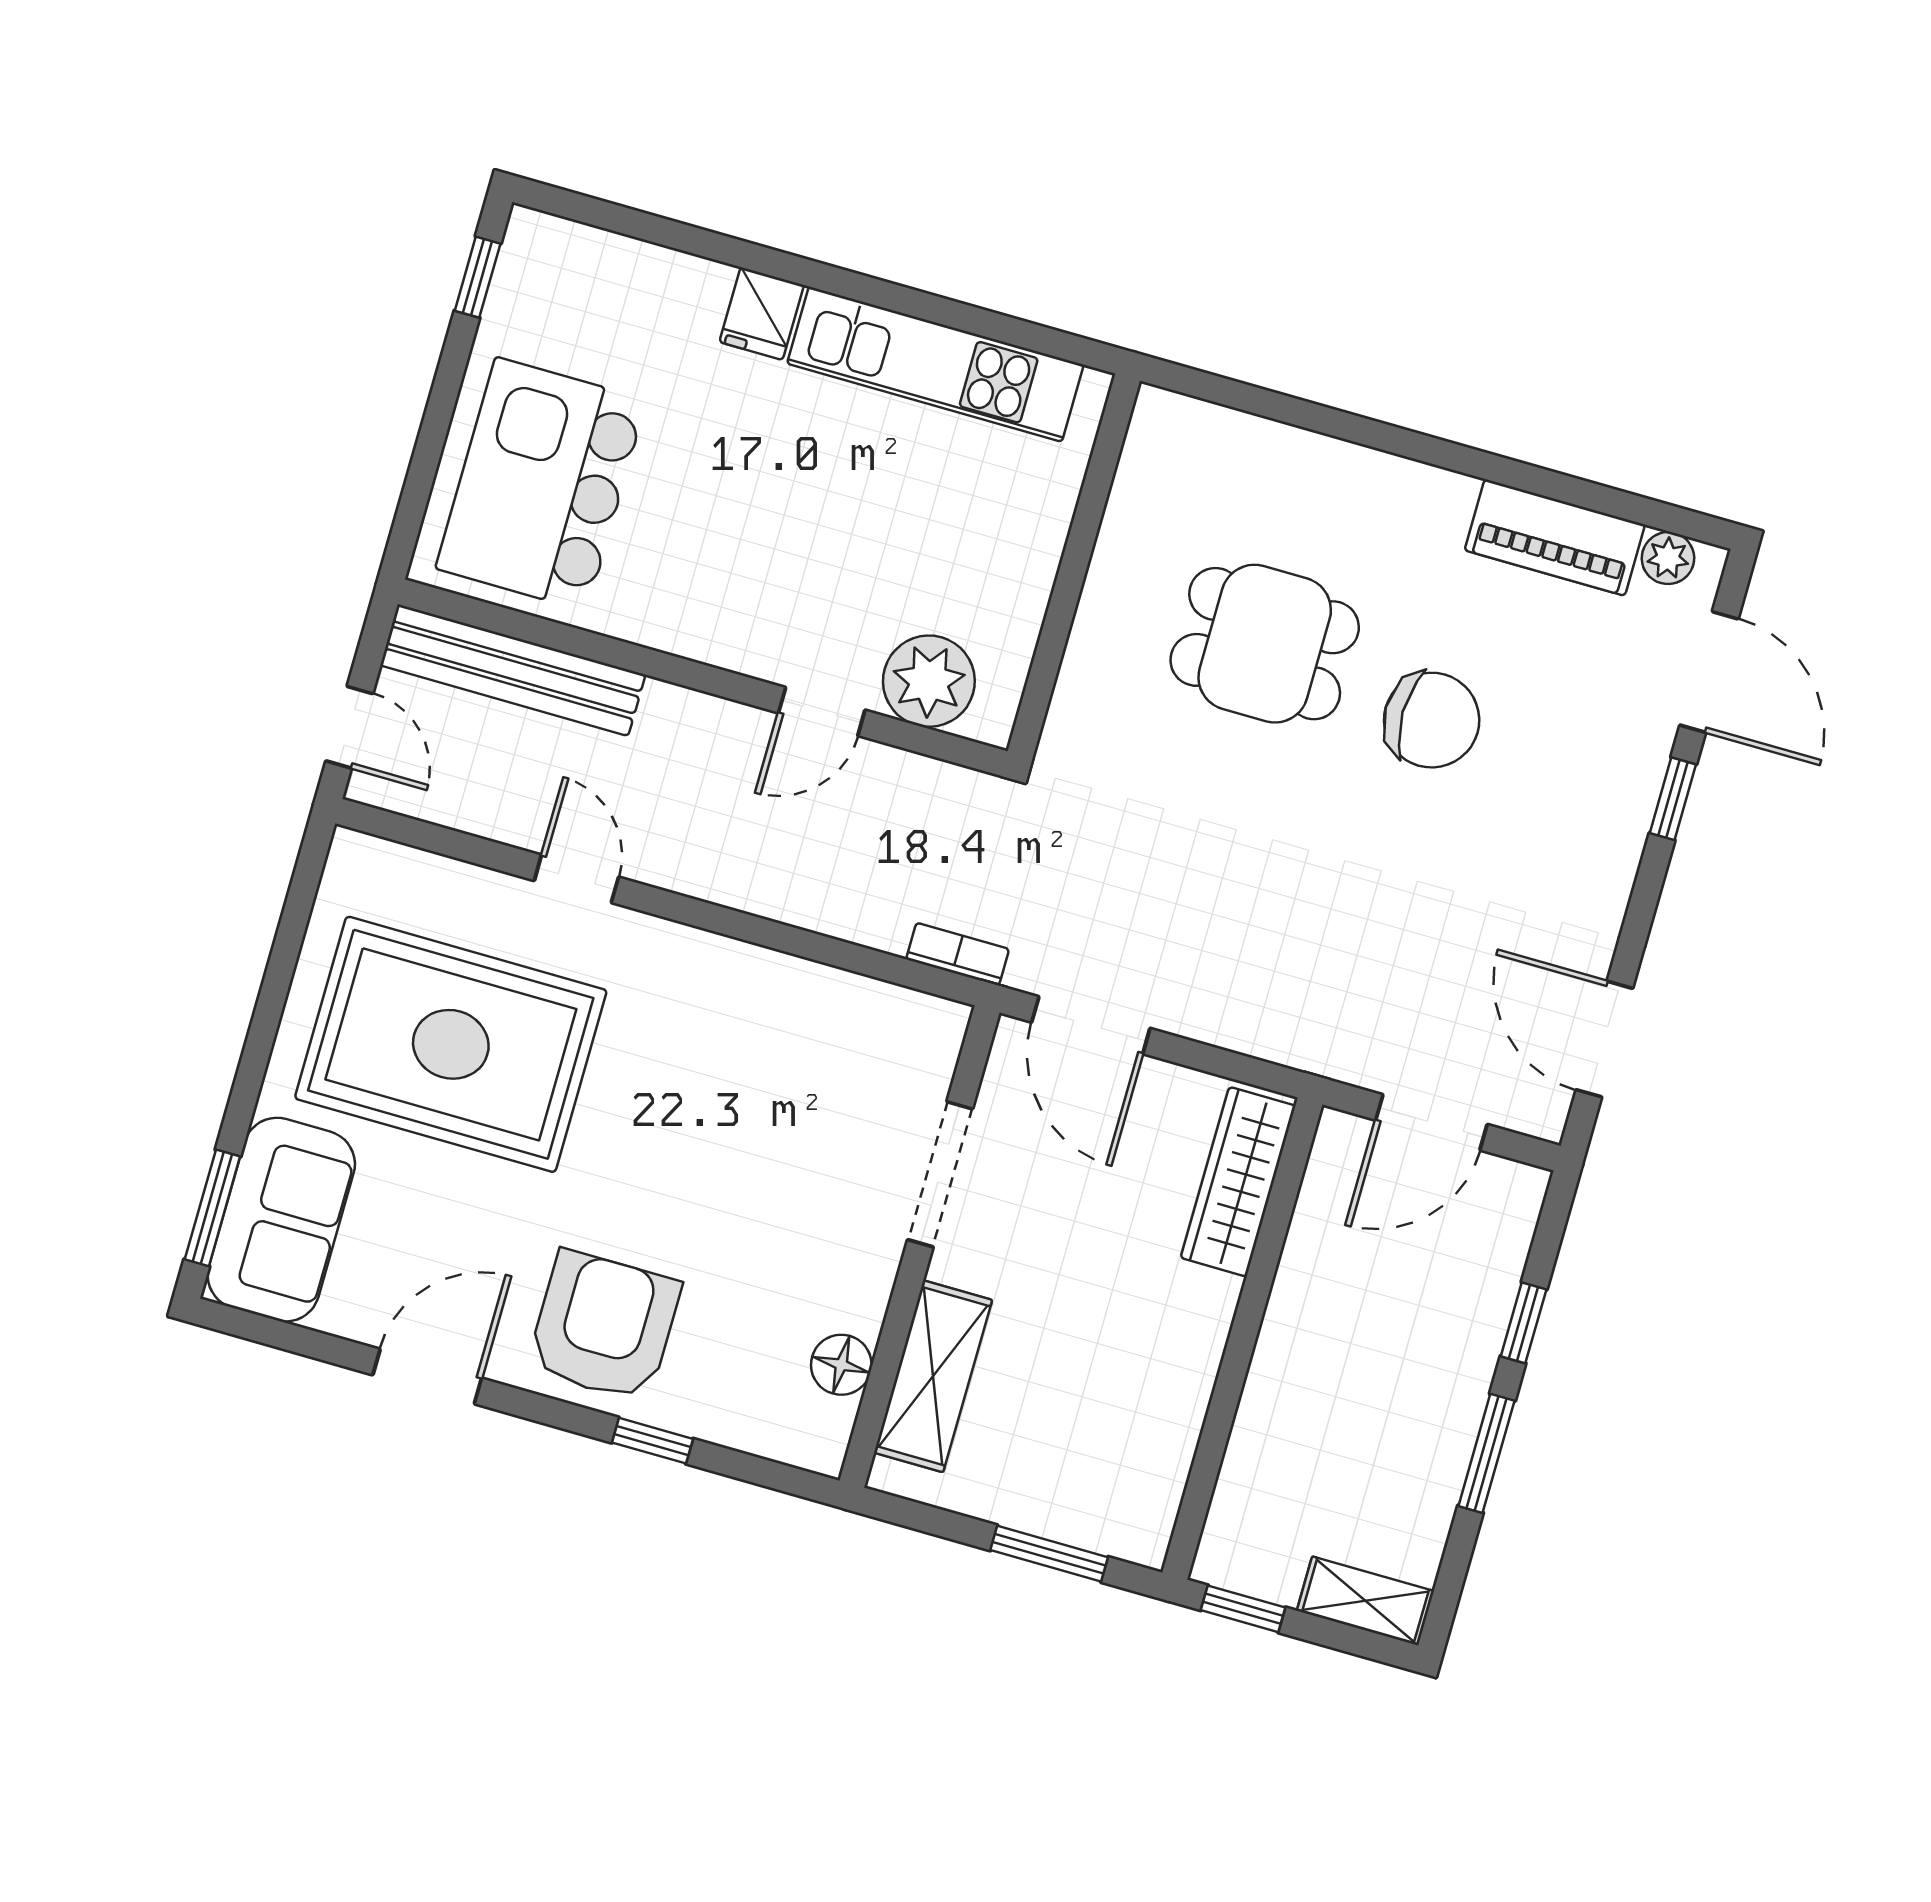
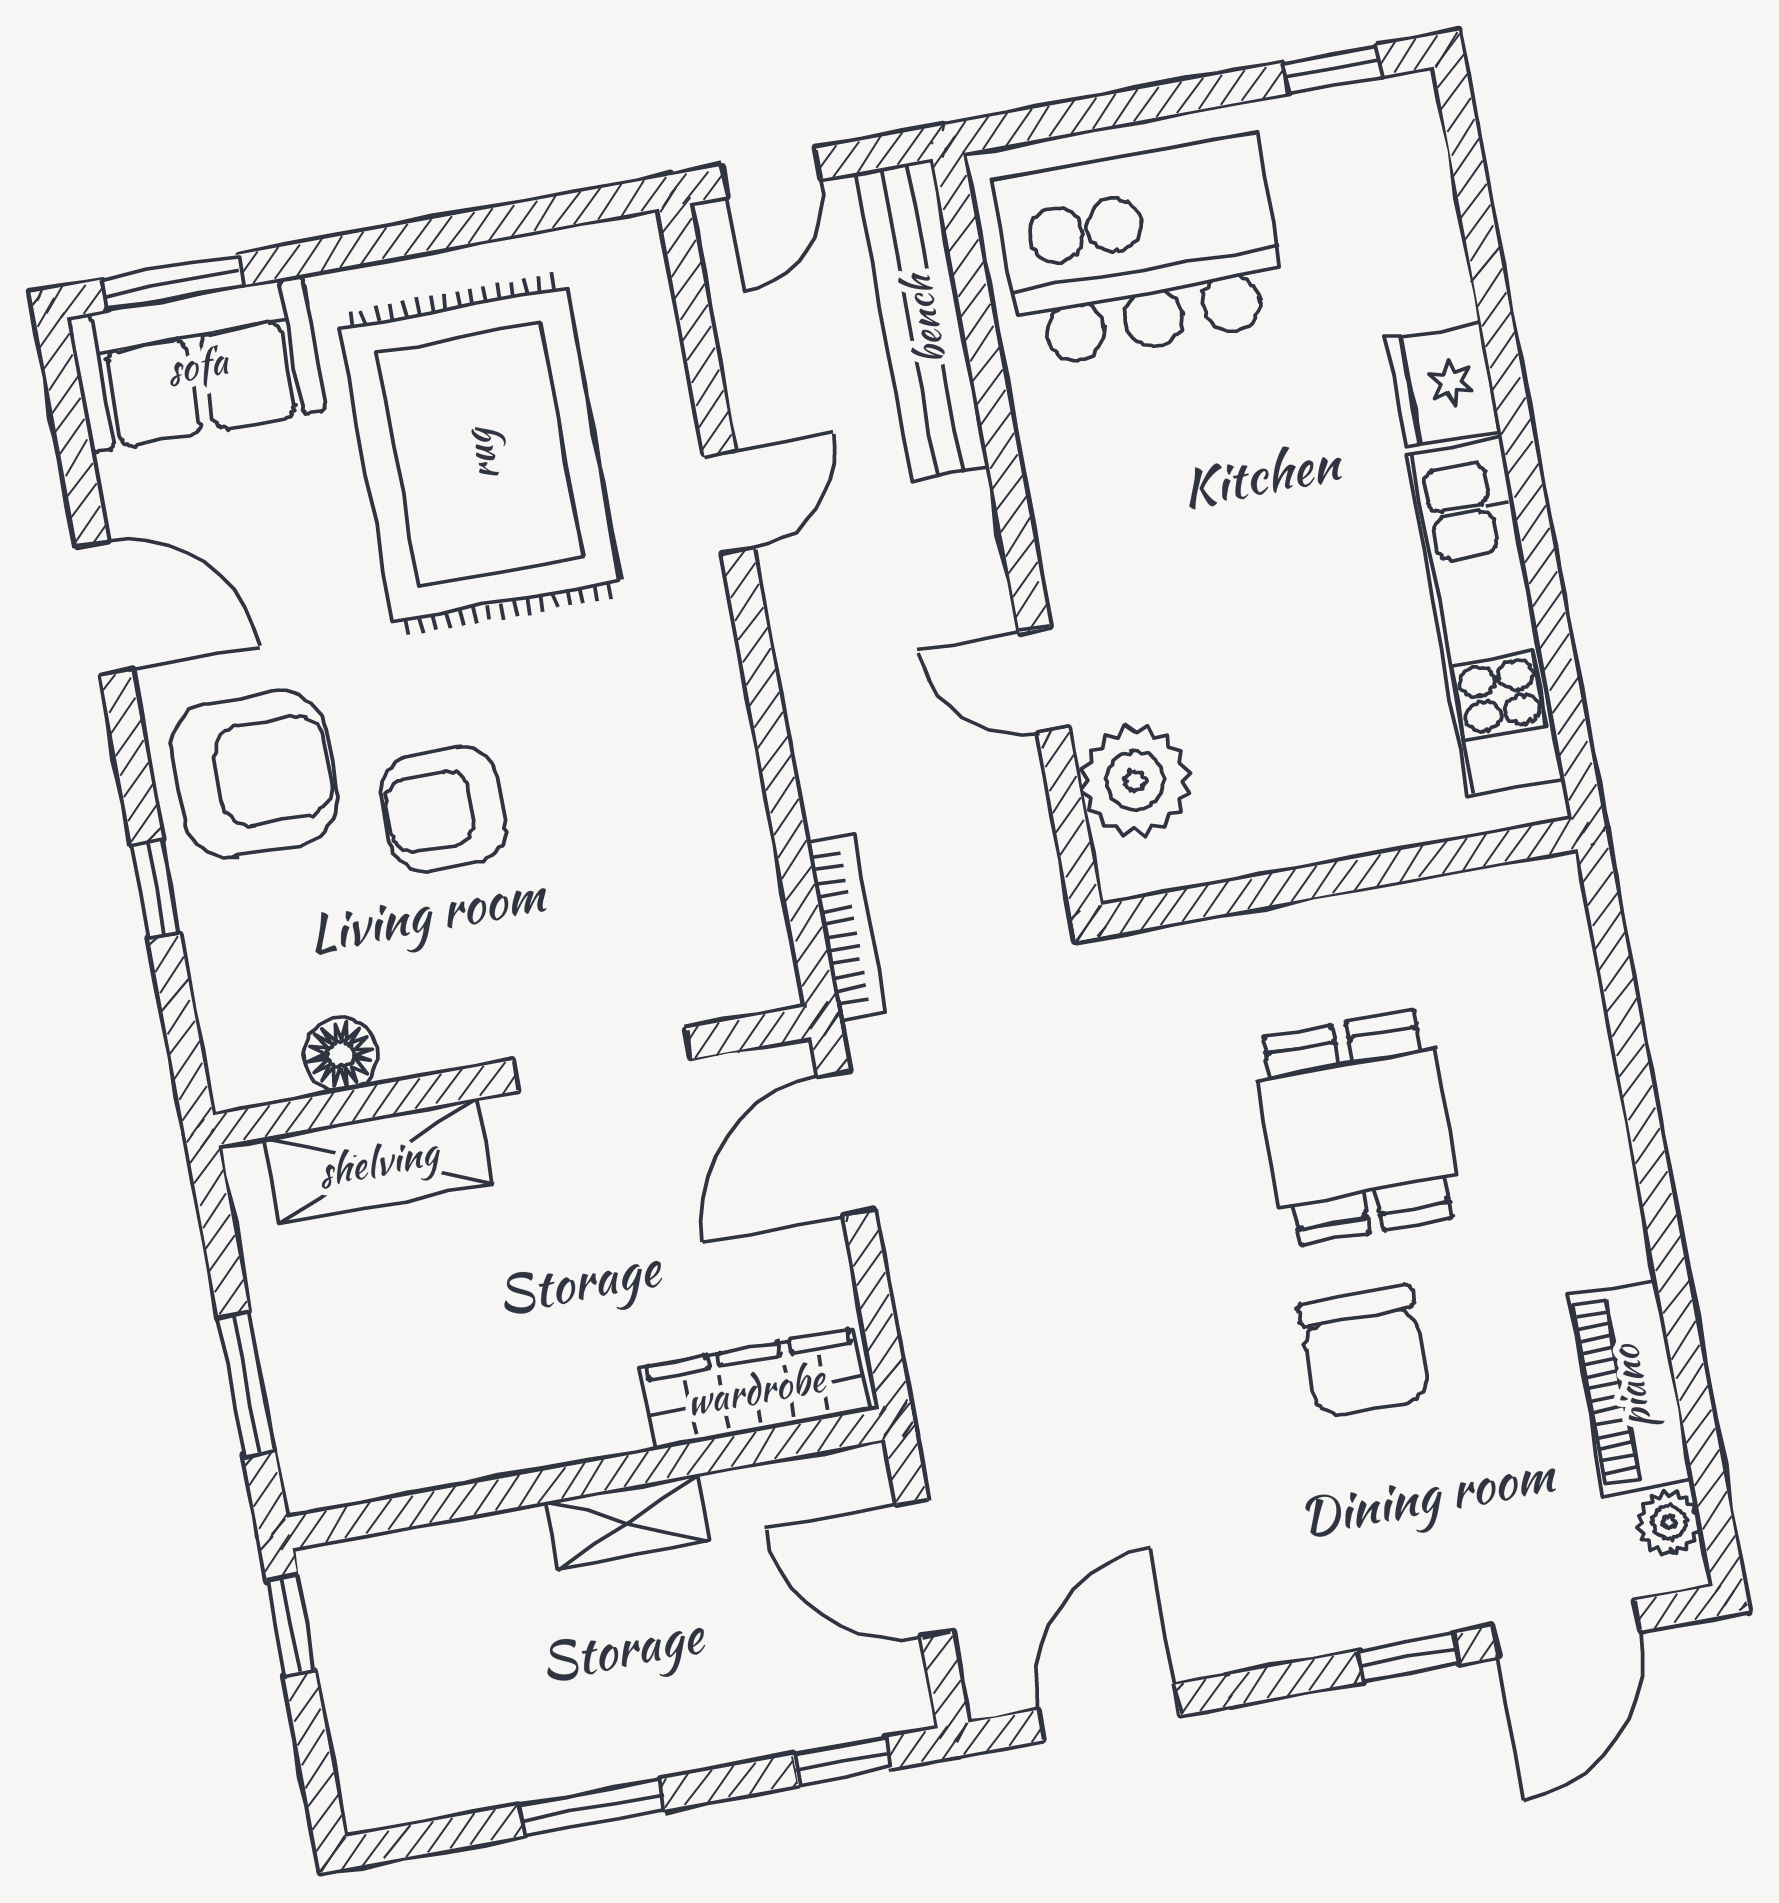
fridge: (762, 314) -> (1444, 384), width x1.38
bookcase: (958, 954) -> (846, 927), width x1.56
armchair: (699, 1200) -> (444, 809), added
window: (1524, 1323) -> (842, 1762), moved
shelving: (1365, 1601) -> (628, 1522), moved, turned 90

